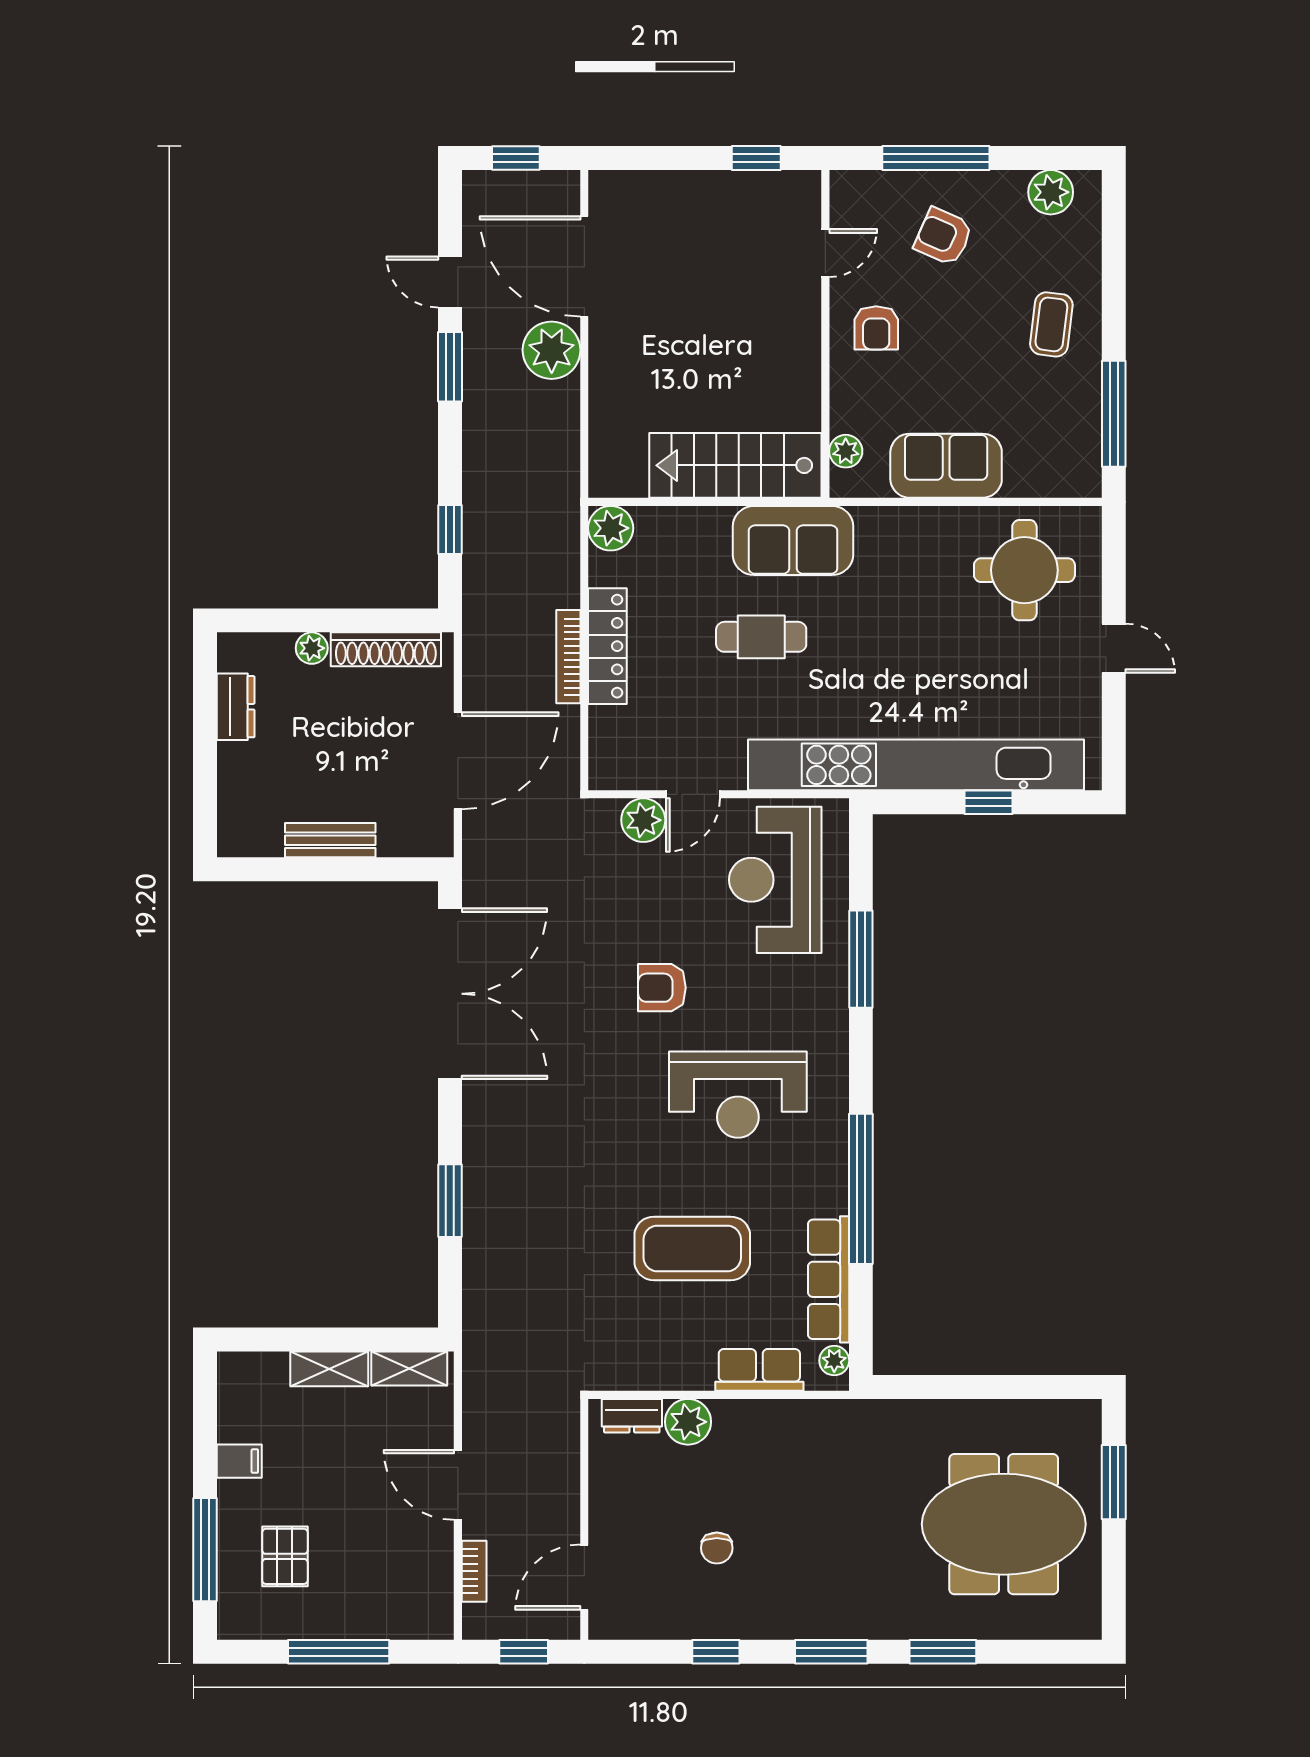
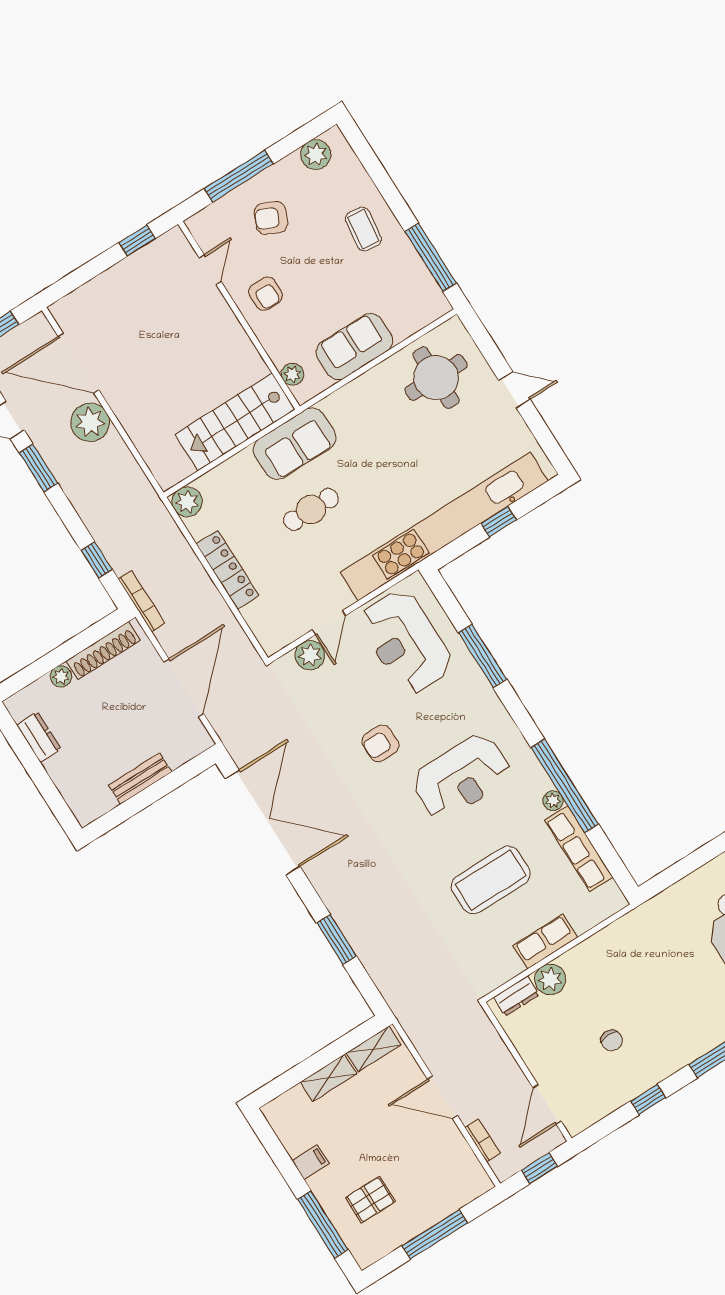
bookcase: (568, 657) -> (141, 601), moved, turned 180
plant: (834, 1361) -> (553, 801), moved
row of seats: (759, 1370) -> (545, 942), moved
pallet: (285, 1556) -> (370, 1200), turned 90

